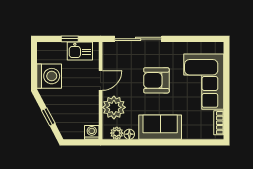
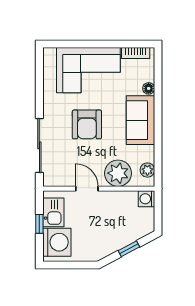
washing machine: (49, 76) -> (57, 242), moved, turned 90
floor lamp: (129, 134) -> (149, 88), moved

